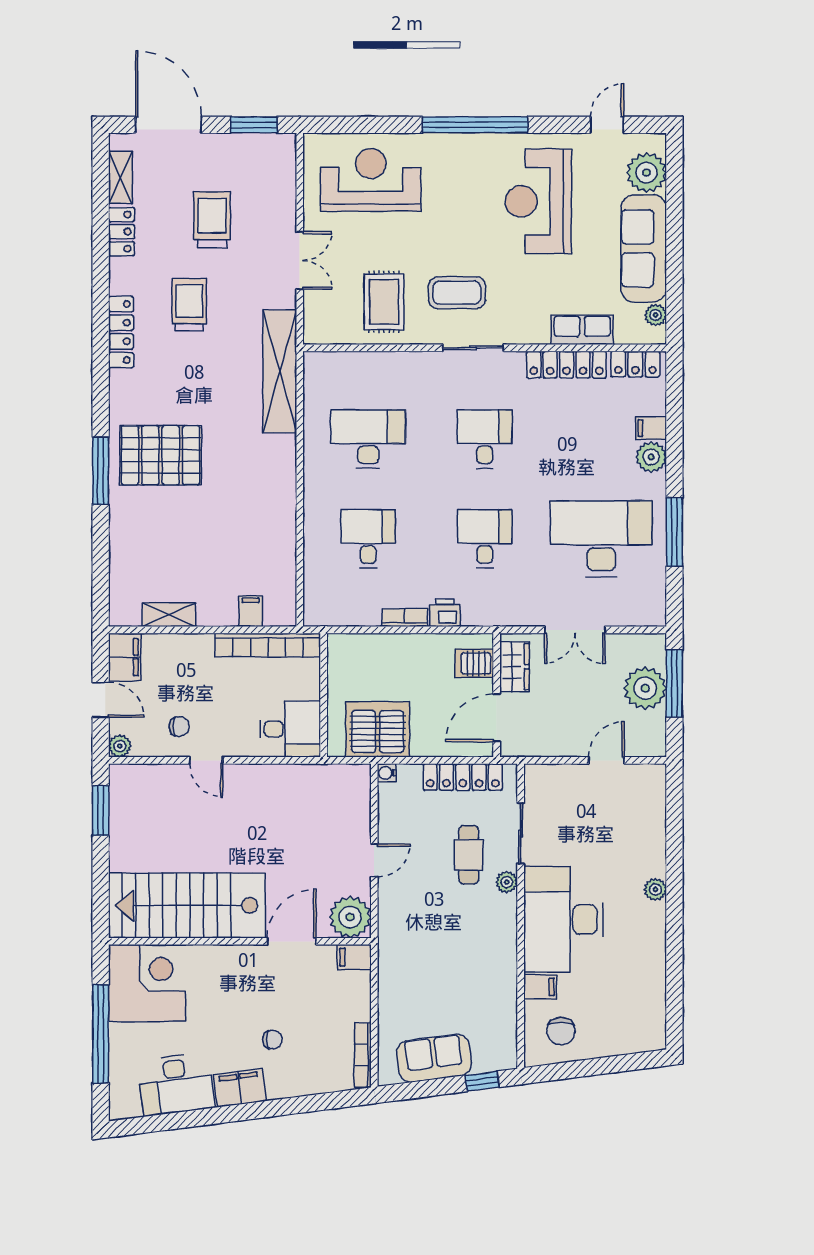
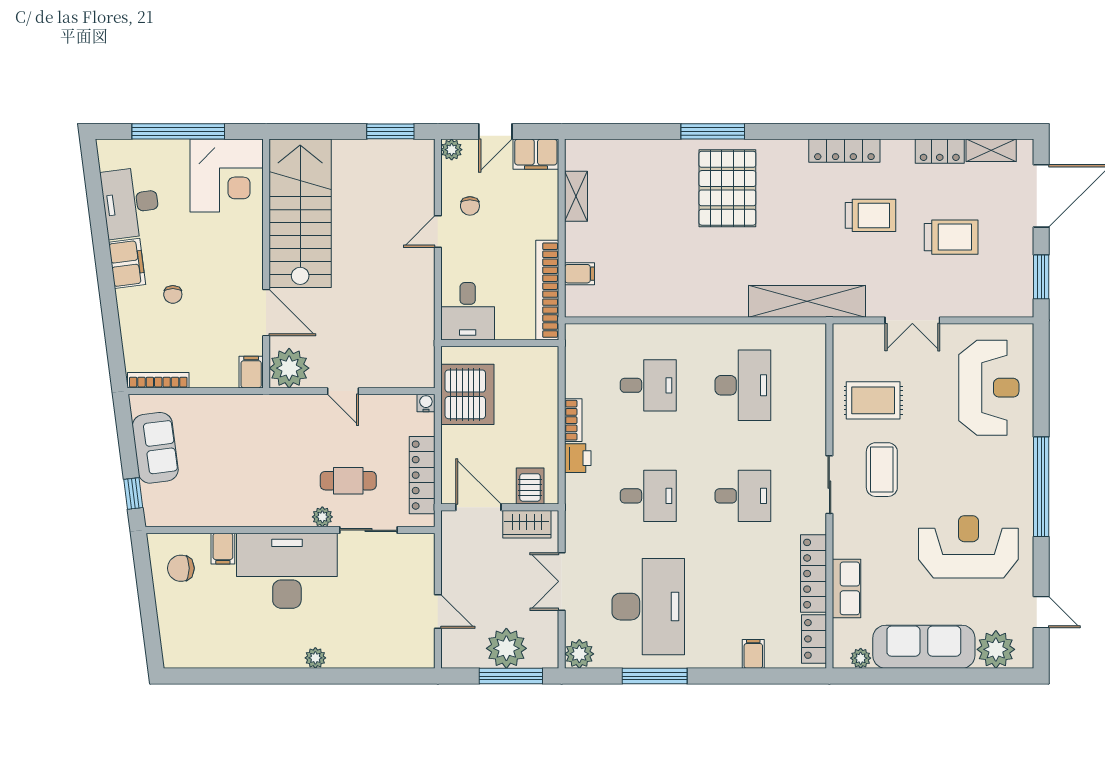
plant: (651, 457) -> (579, 654), moved

